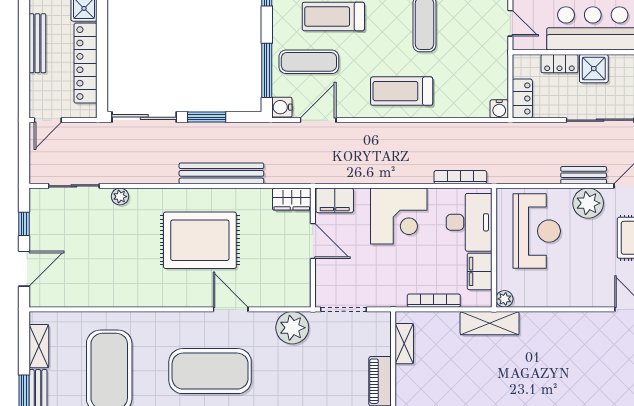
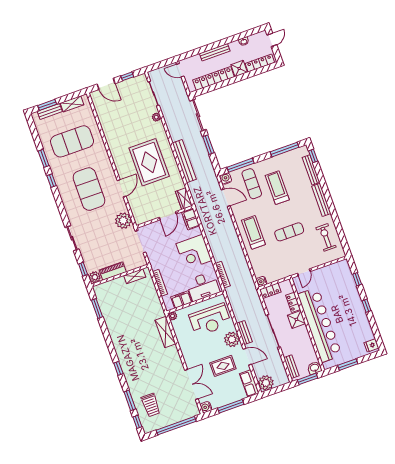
shelving: (490, 323) -> (165, 332), moved

